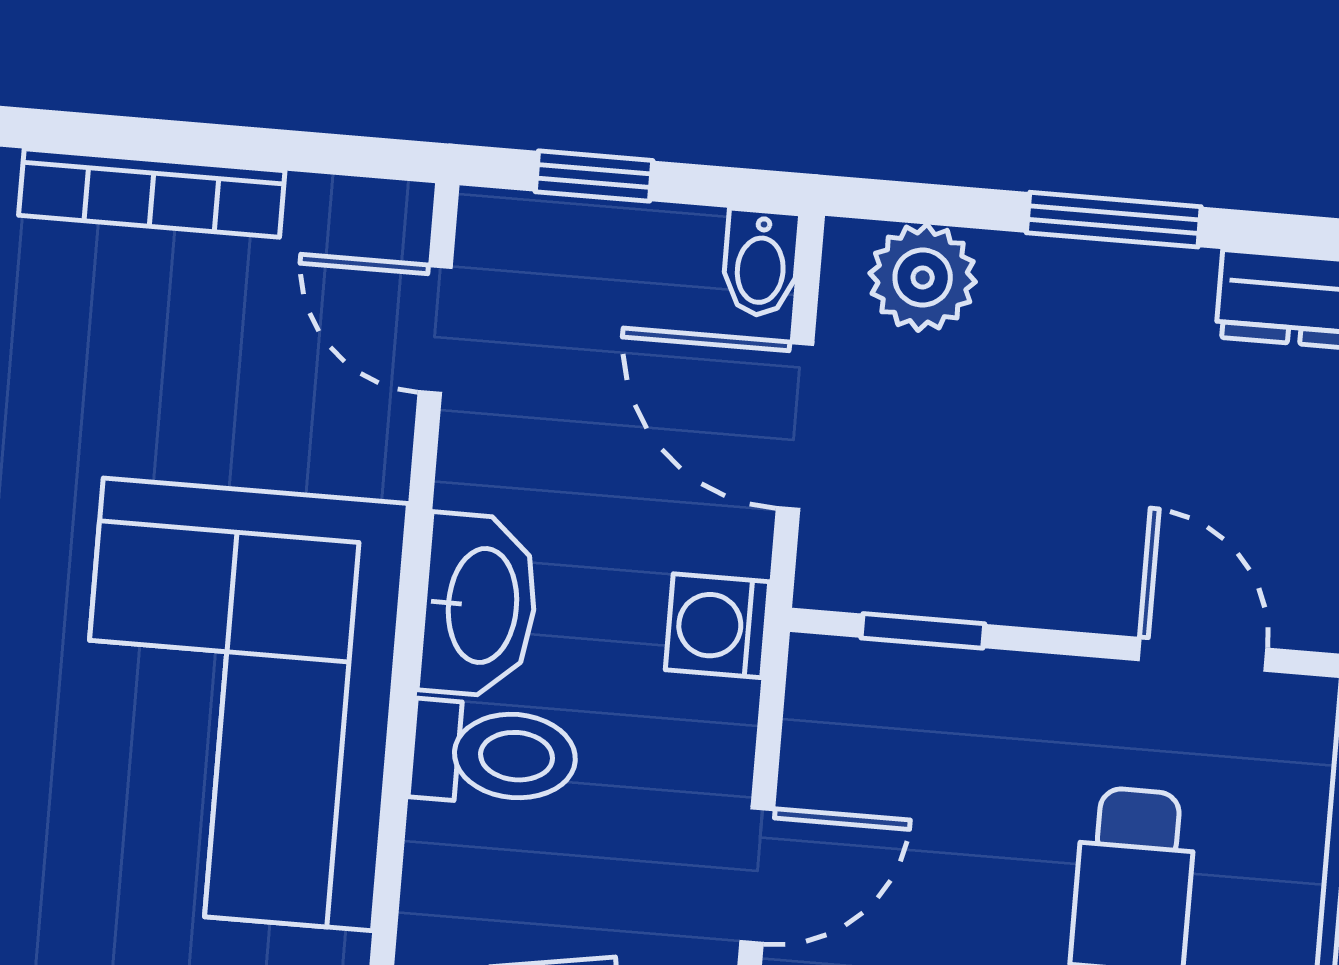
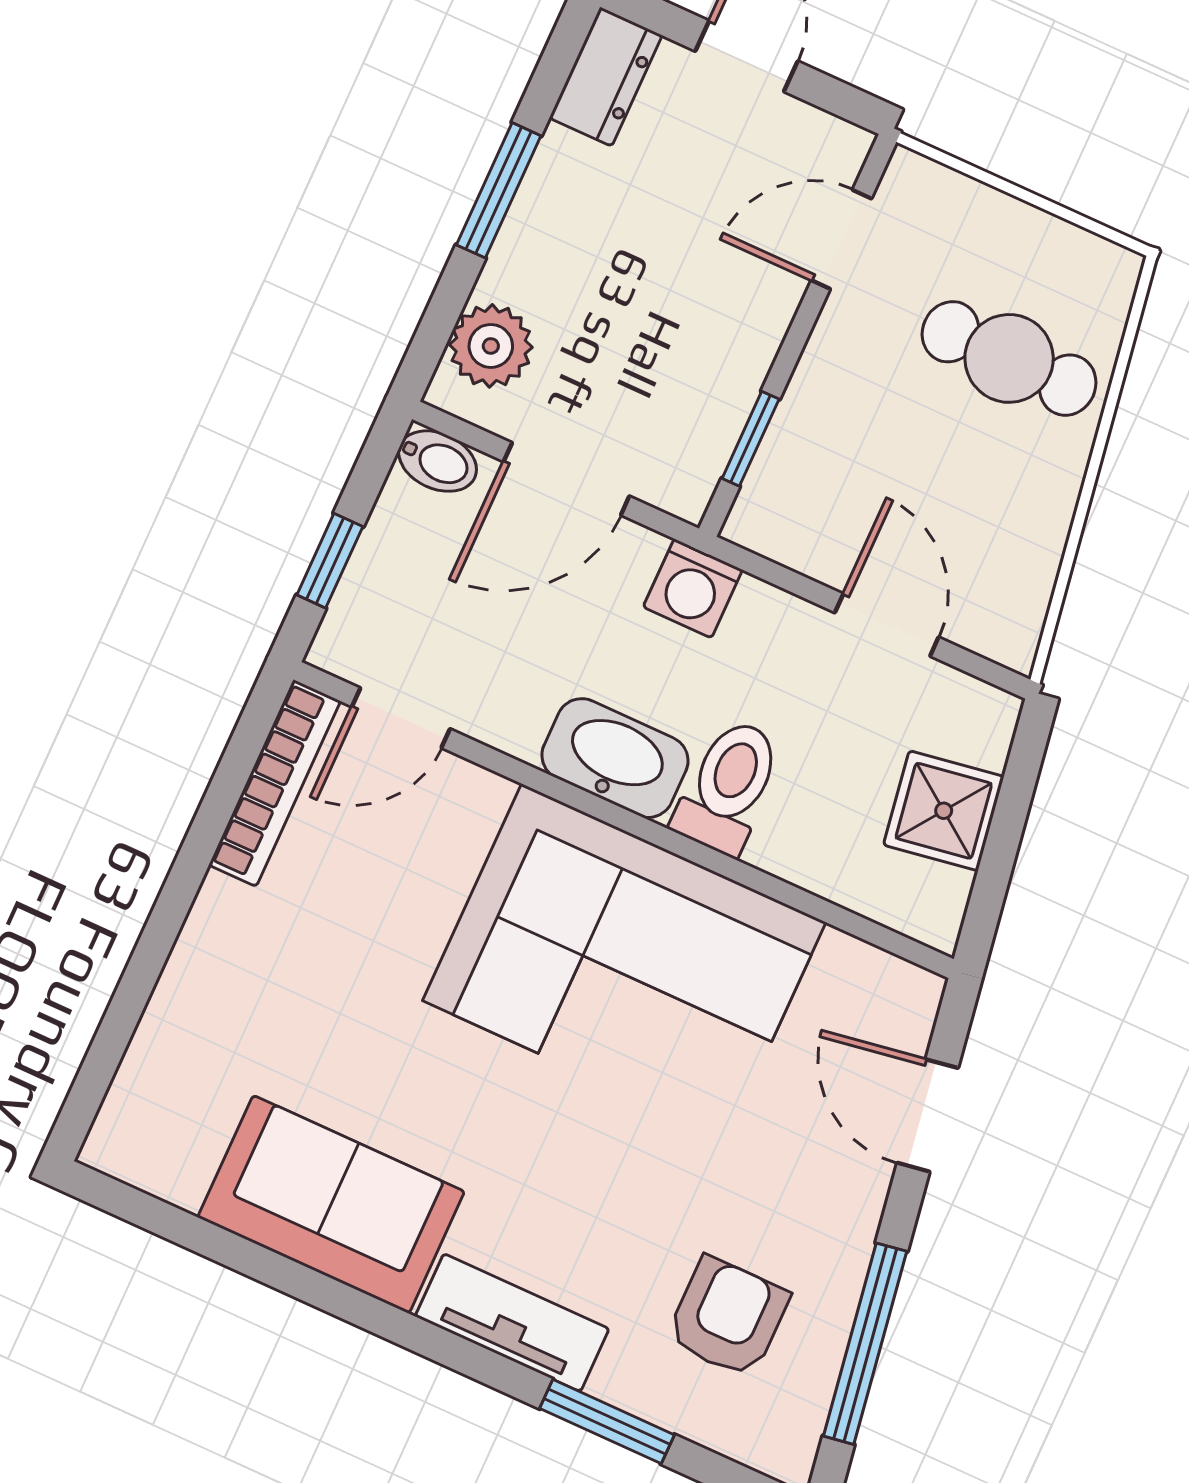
bookcase: (152, 193) -> (275, 783), moved

